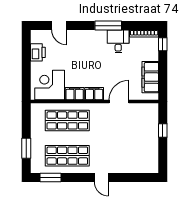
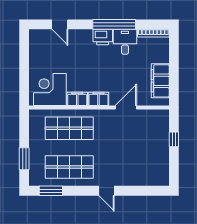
window: (108, 26) -> (114, 24), width x1.46
window: (163, 44) -> (174, 45), removed
printer: (38, 52) -> (103, 37), moved, turned 90

